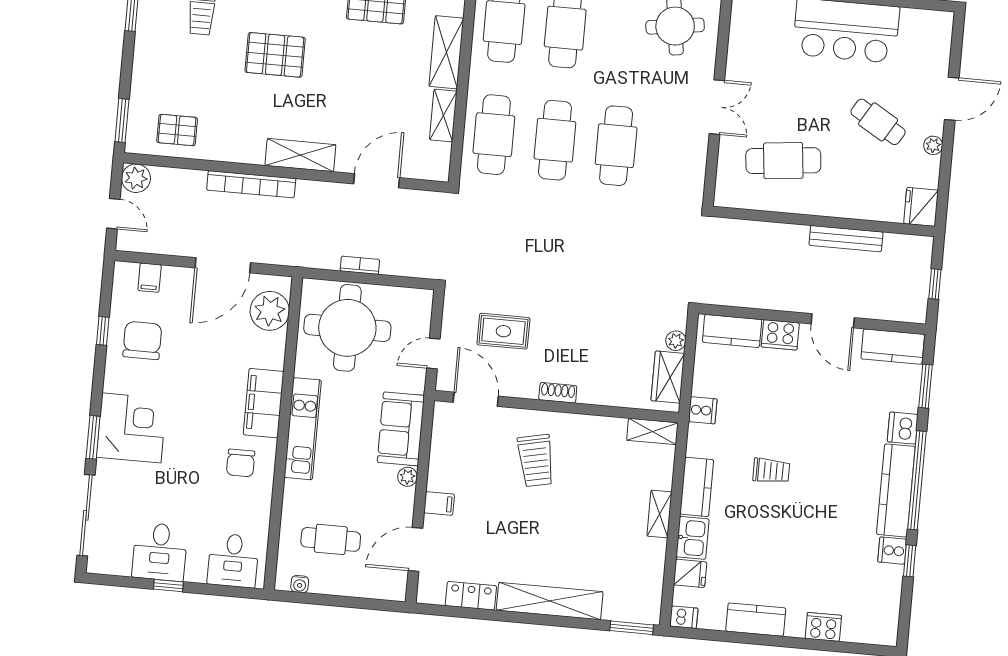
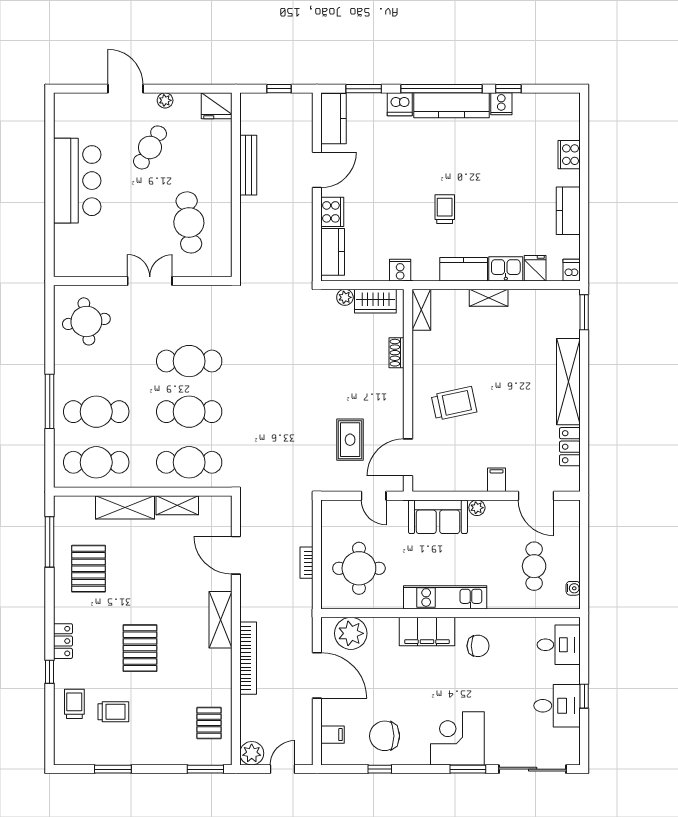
round table: (347, 328) -> (359, 568), width x0.73, depth x0.73
shoe rack: (558, 393) -> (397, 353), moved

